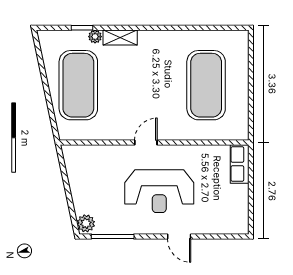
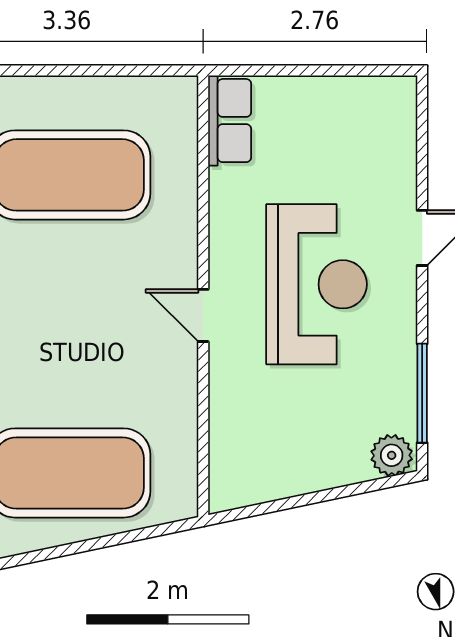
row of seats: (240, 164) -> (230, 121), moved, turned -90

